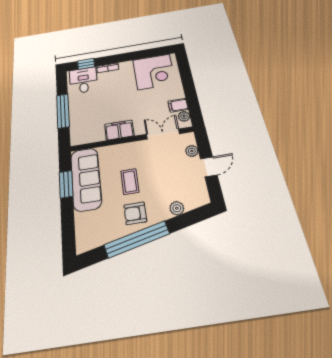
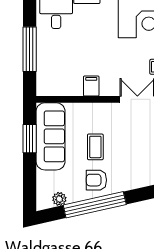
filing cabinet: (119, 130) -> (91, 86), width x0.50
plant: (177, 208) -> (59, 199), moved

